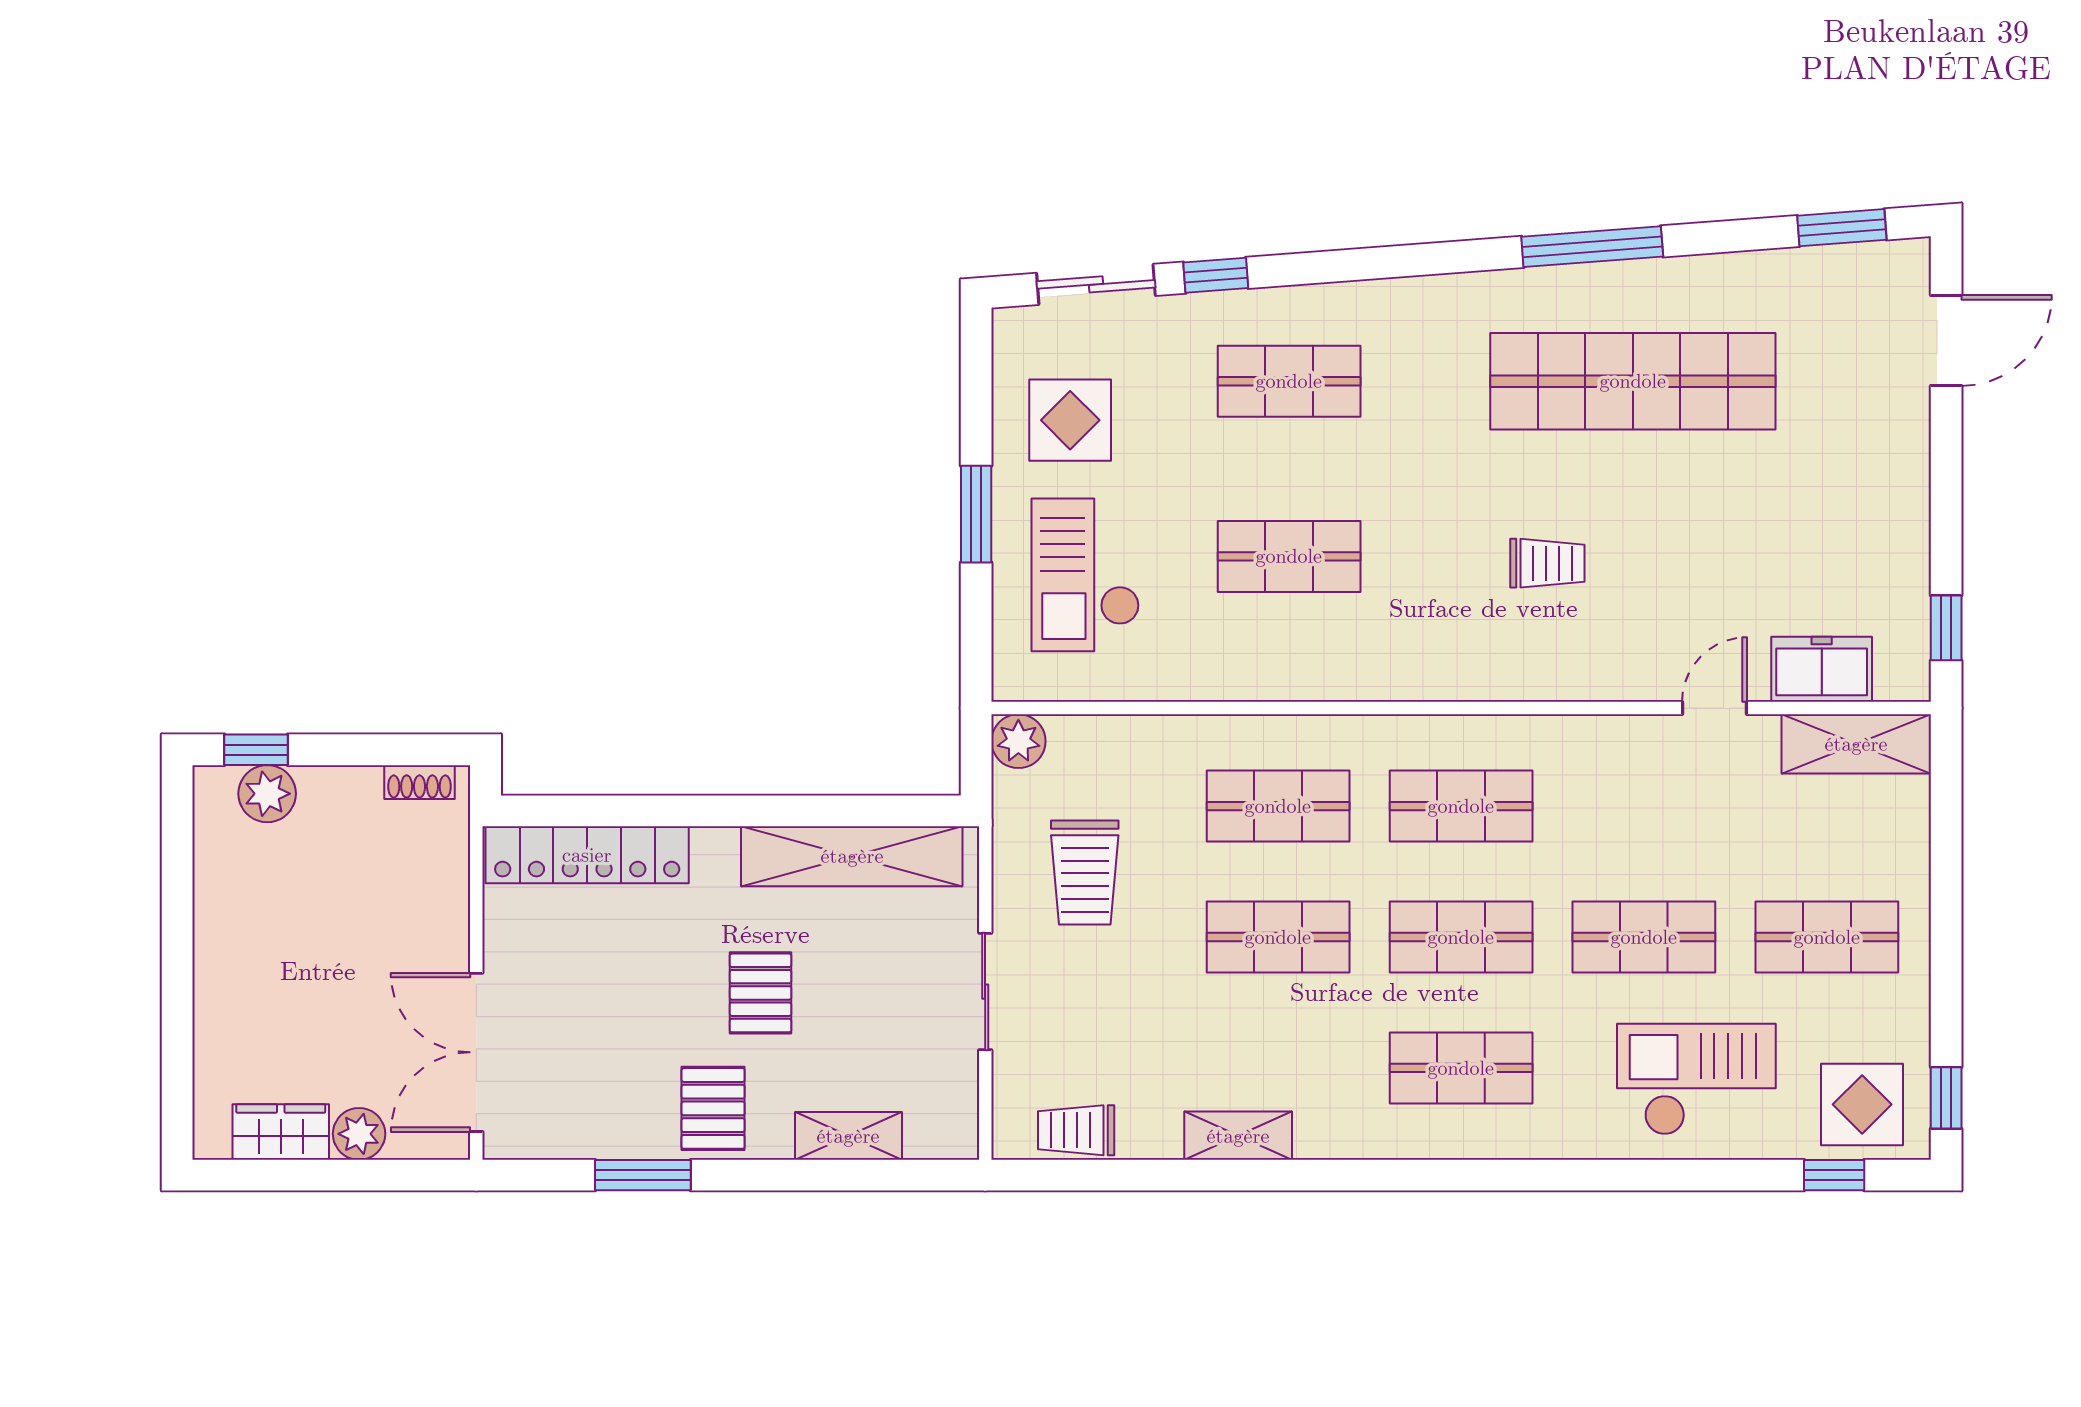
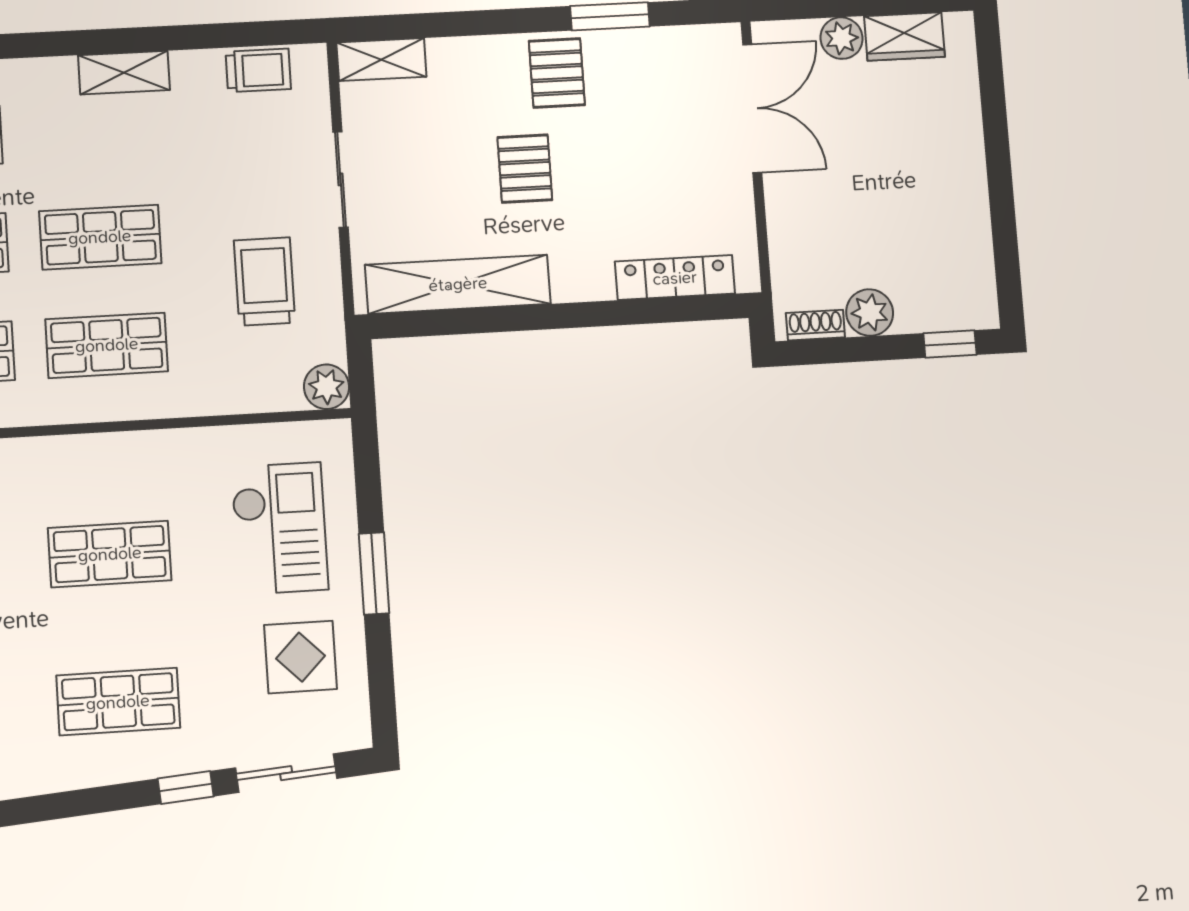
plant: (267, 794) -> (870, 313), moved
locker: (587, 855) -> (675, 278), width x0.71, depth x0.83
shelving: (848, 1136) -> (381, 60), moved

